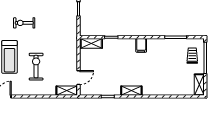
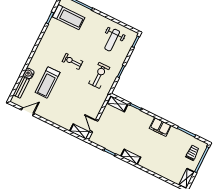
filing cabinet: (141, 45) -> (160, 127), width x2.00
exercise bike: (36, 67) -> (99, 75), moved
door: (79, 78) -> (94, 126), swing flipped

